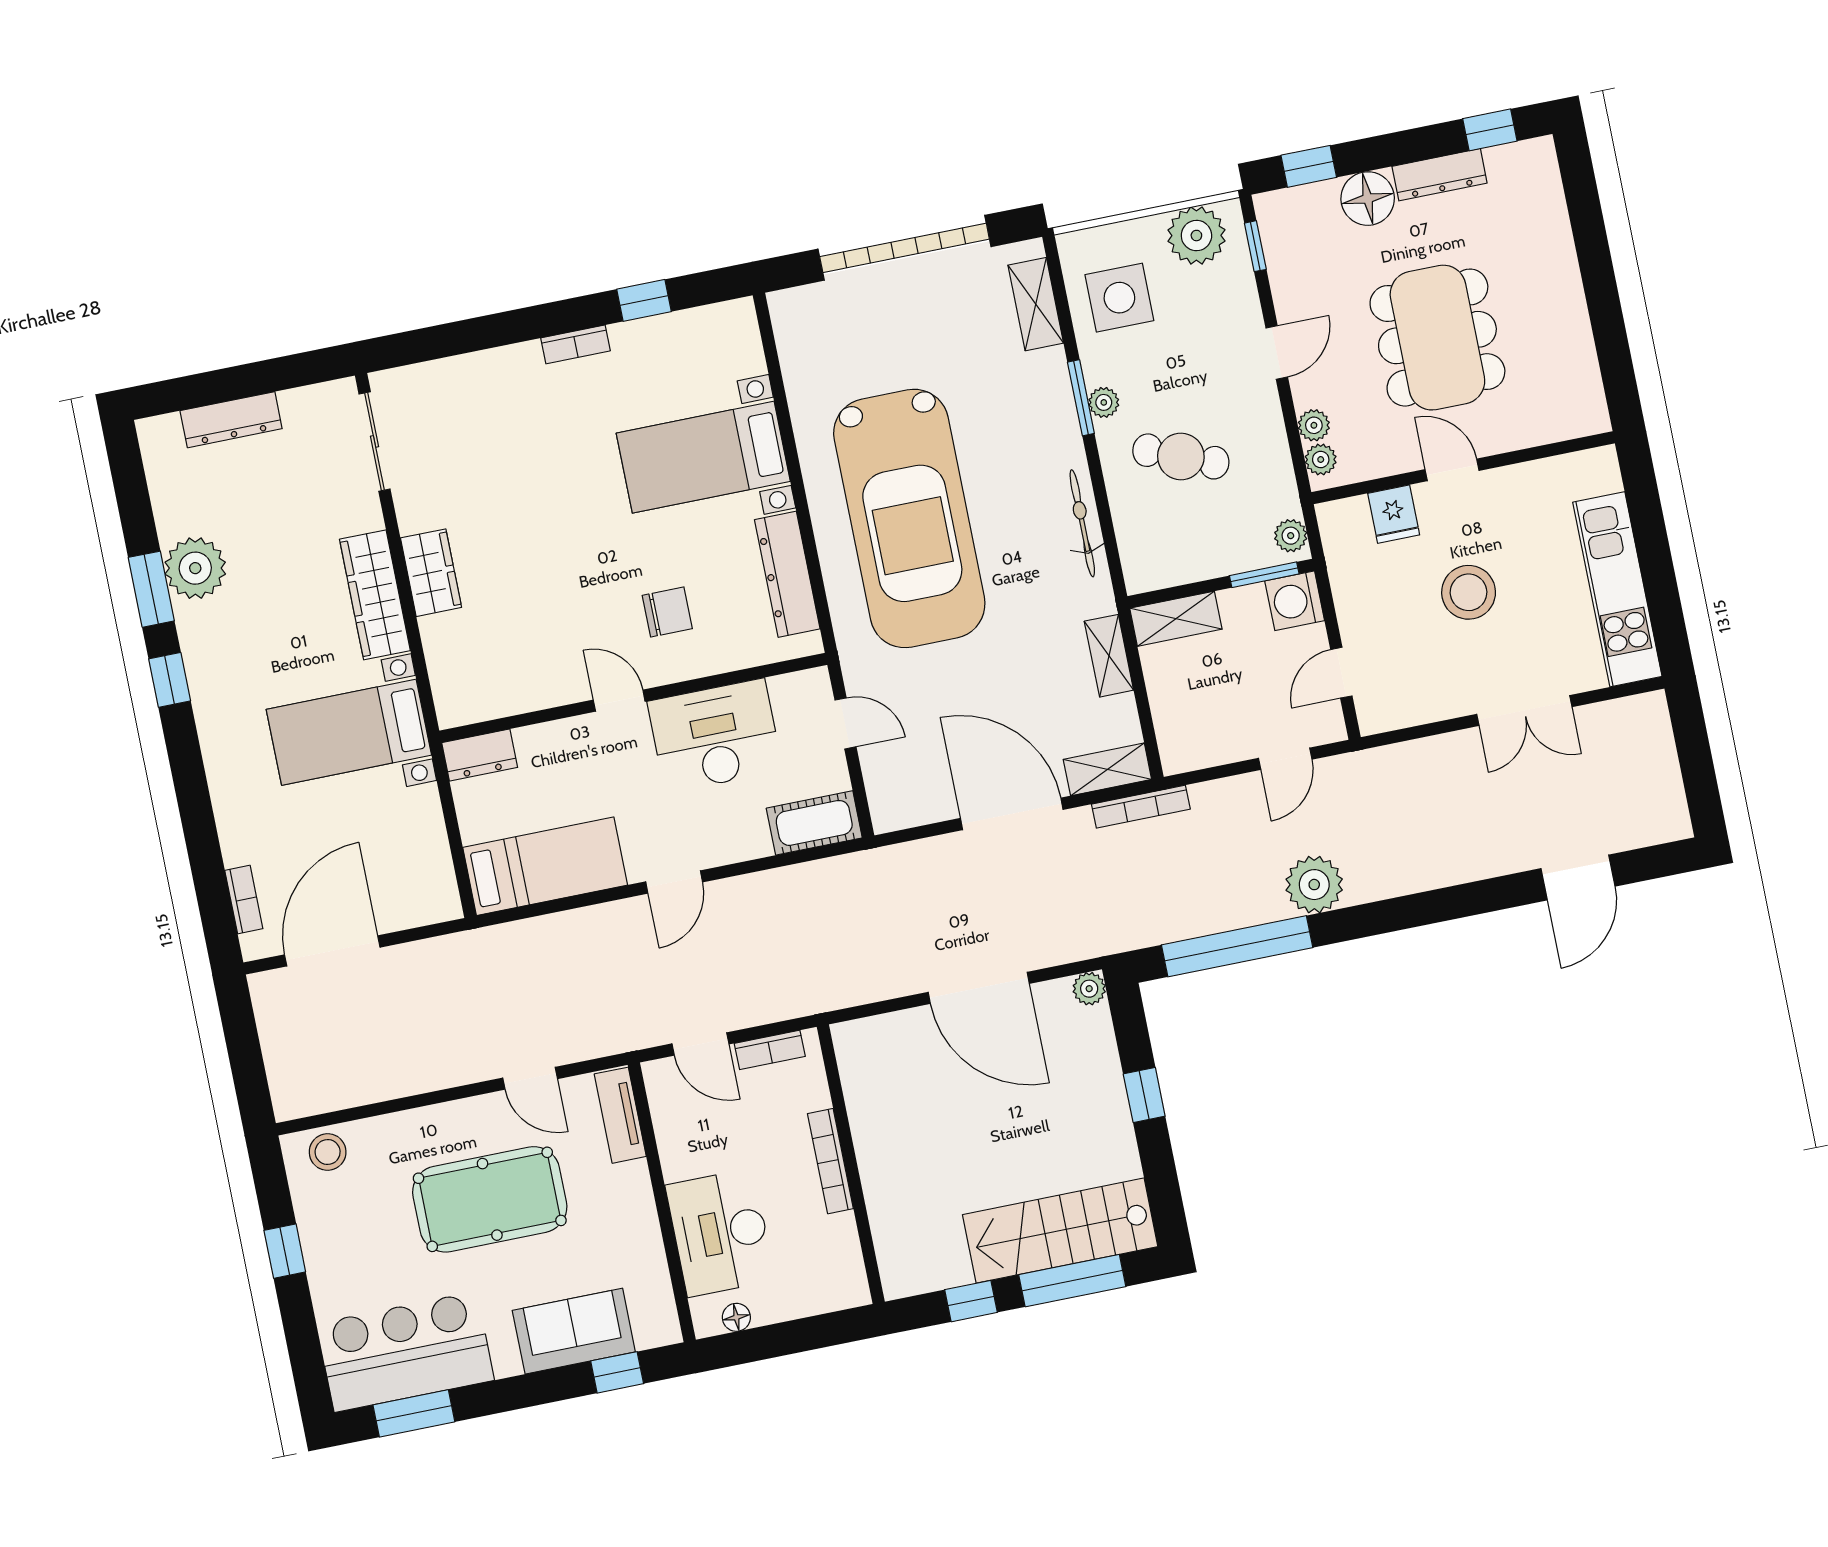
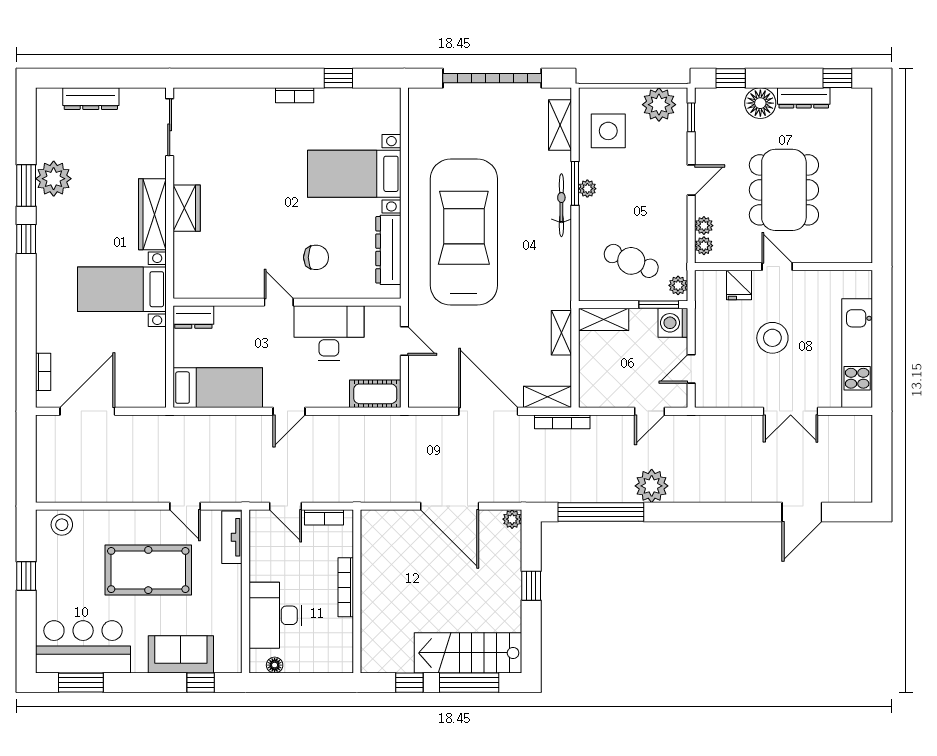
cafe table: (1181, 456) -> (631, 261), moved
car: (909, 518) -> (464, 232), turned 180
bicycle: (1082, 523) -> (561, 205), moved

